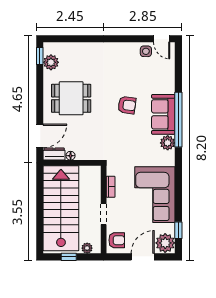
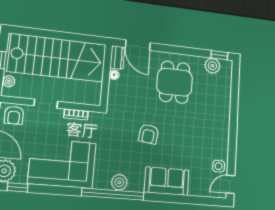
armchair: (127, 105) -> (149, 134), moved
sofa: (163, 114) -> (167, 181), moved
window: (178, 120) -> (113, 194), moved

